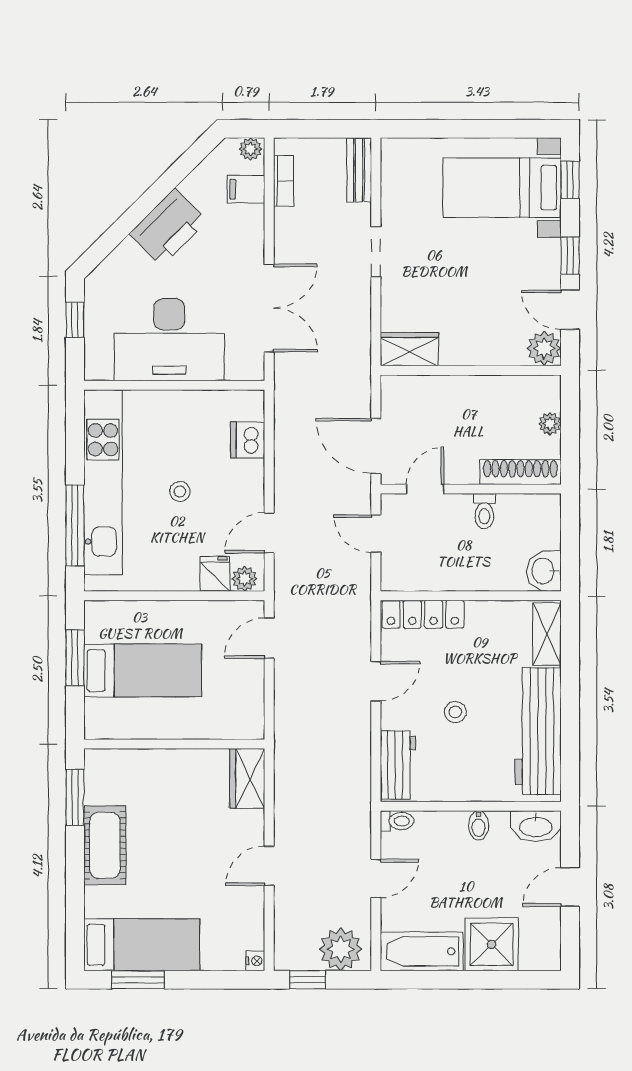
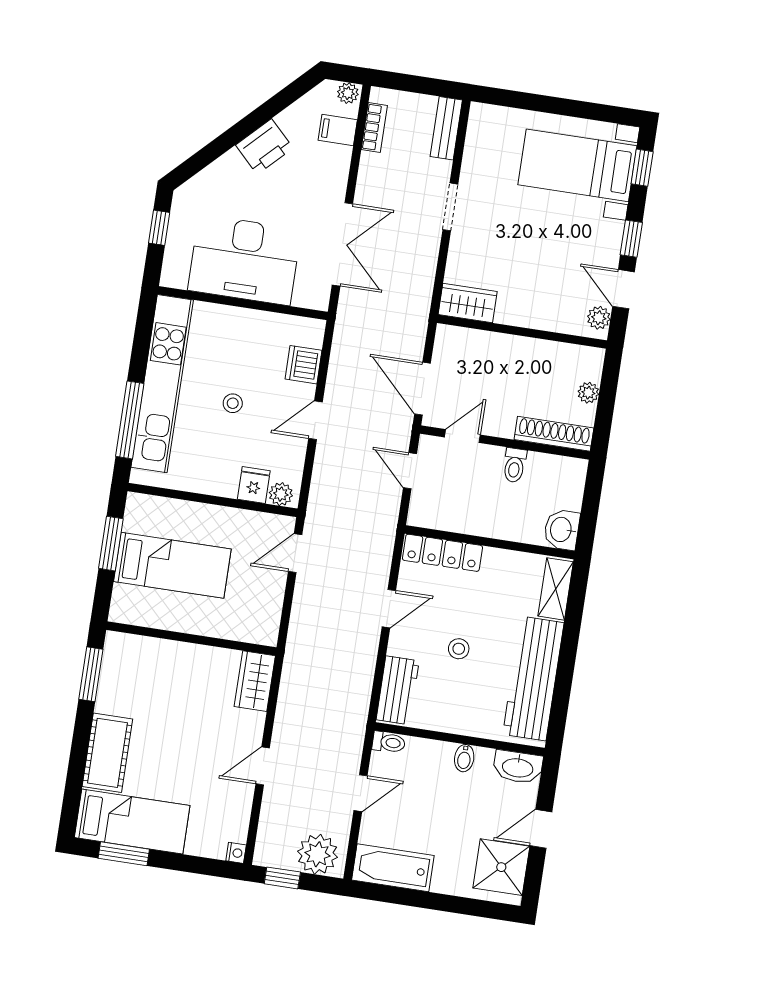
printer: (168, 227) -> (264, 147), width x0.73, depth x0.84
plant: (544, 348) -> (599, 318), width x0.73, depth x0.73
door: (269, 533) -> (316, 420), moved
cot: (105, 845) -> (107, 753), moved
shower: (492, 944) -> (501, 867), moved

